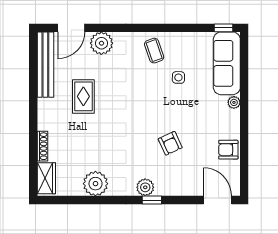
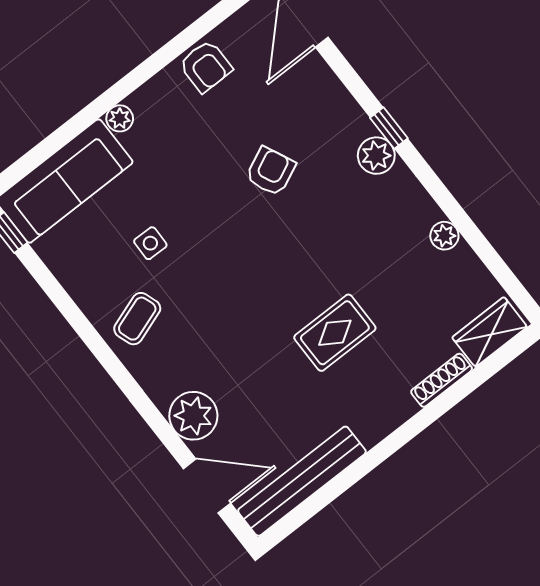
rug: (83, 96) -> (335, 333), moved
plant: (95, 184) -> (444, 236), width x0.53, depth x0.53

